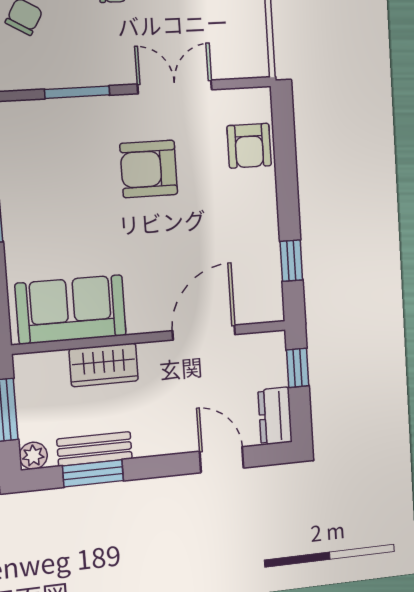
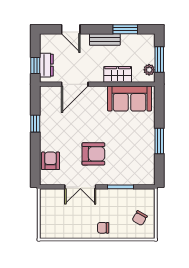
window: (291, 261) -> (35, 124), moved
dresser: (275, 416) -> (46, 65), moved
bench: (95, 449) -> (105, 40), moved
plant: (33, 456) -> (149, 70), moved

